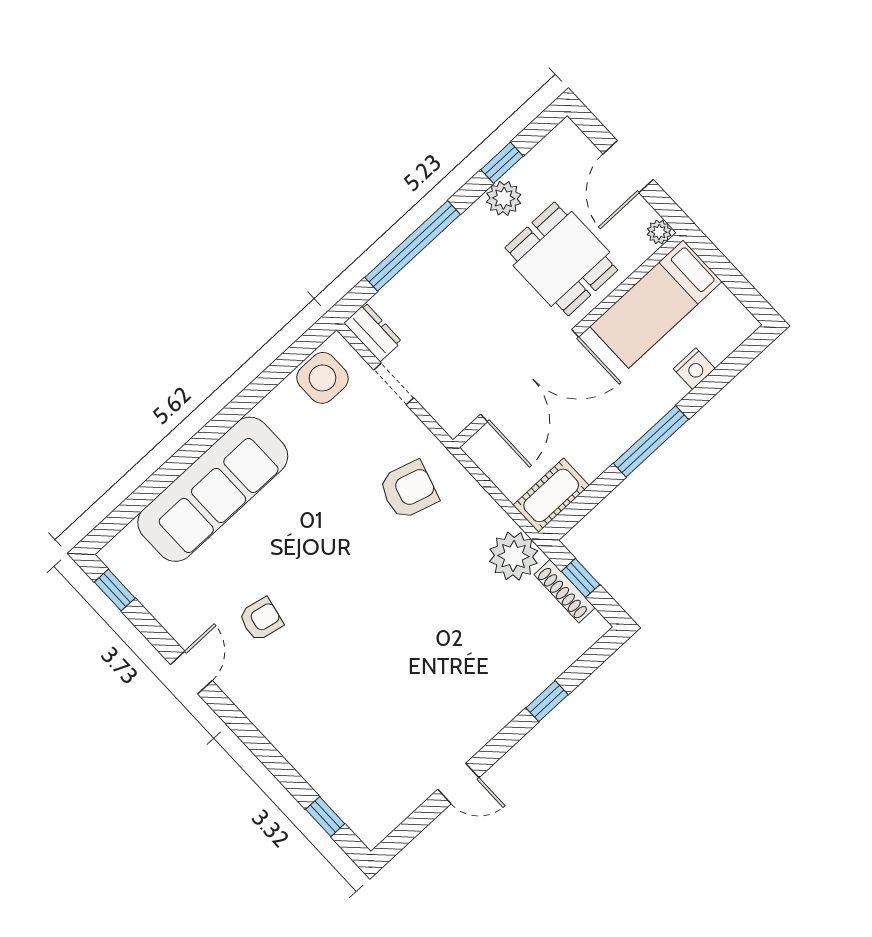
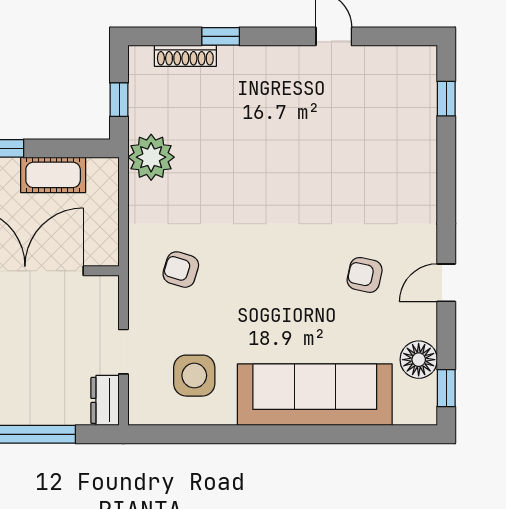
side table: (323, 378) -> (194, 376), moved
armchair: (409, 490) -> (181, 270), width x0.72, depth x0.72
cot: (551, 495) -> (53, 175), moved
shoe rack: (565, 591) -> (185, 56), moved, turned 90
floor lamp: (157, 592) -> (419, 360), added

